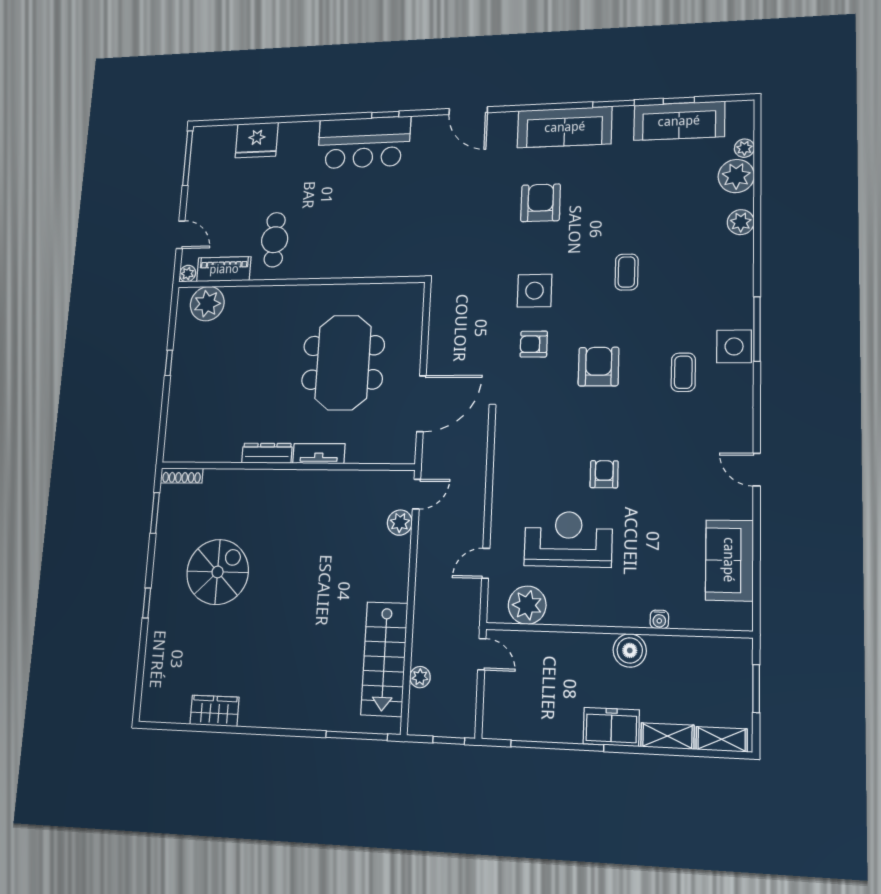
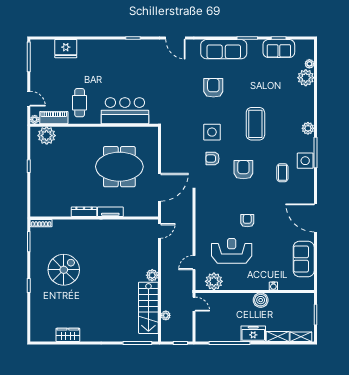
sofa: (679, 121) -> (279, 49), width x0.73
bar counter: (364, 142) -> (125, 111), moved, turned 180
plant: (741, 222) -> (308, 128), moved
coffee table: (627, 272) -> (255, 124), width x1.86, depth x1.72
meeting table: (343, 363) -> (119, 167), turned 90
door: (757, 470) -> (315, 218), width x1.87
plant: (400, 523) -> (152, 275), moved

